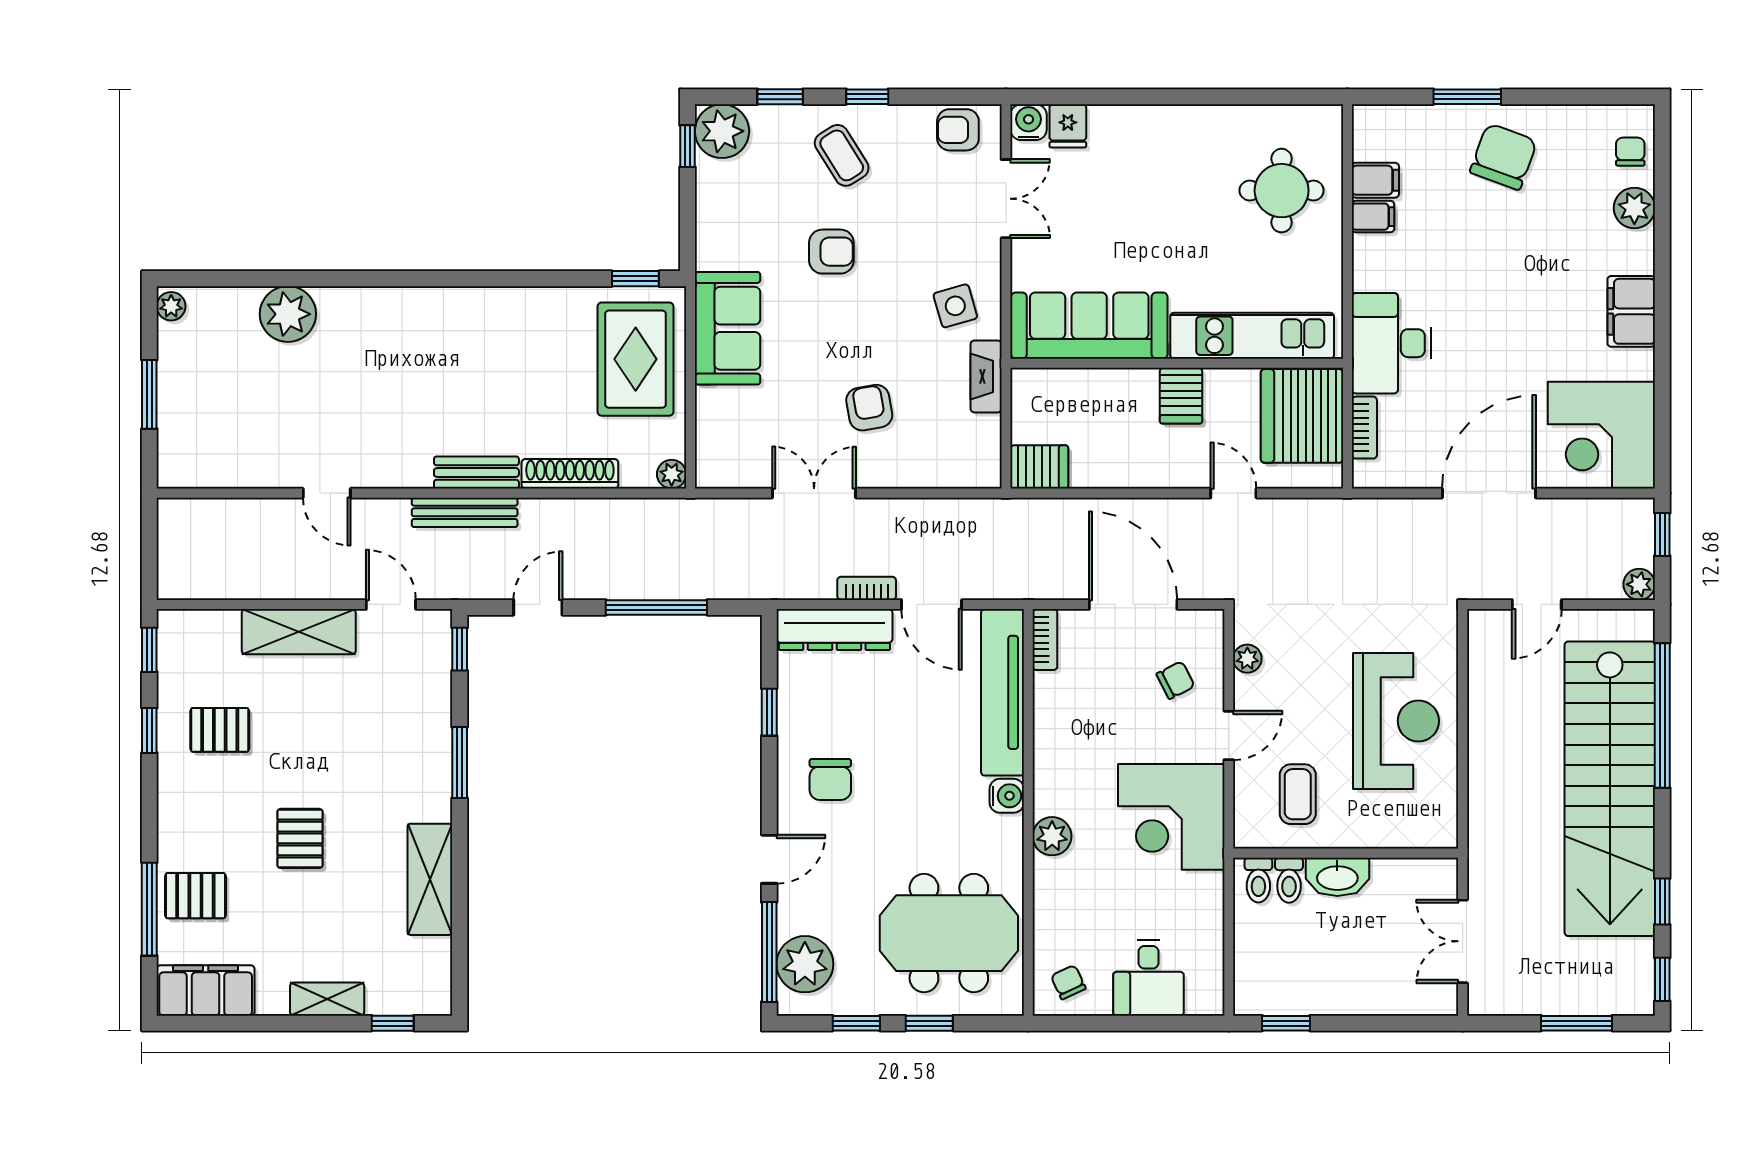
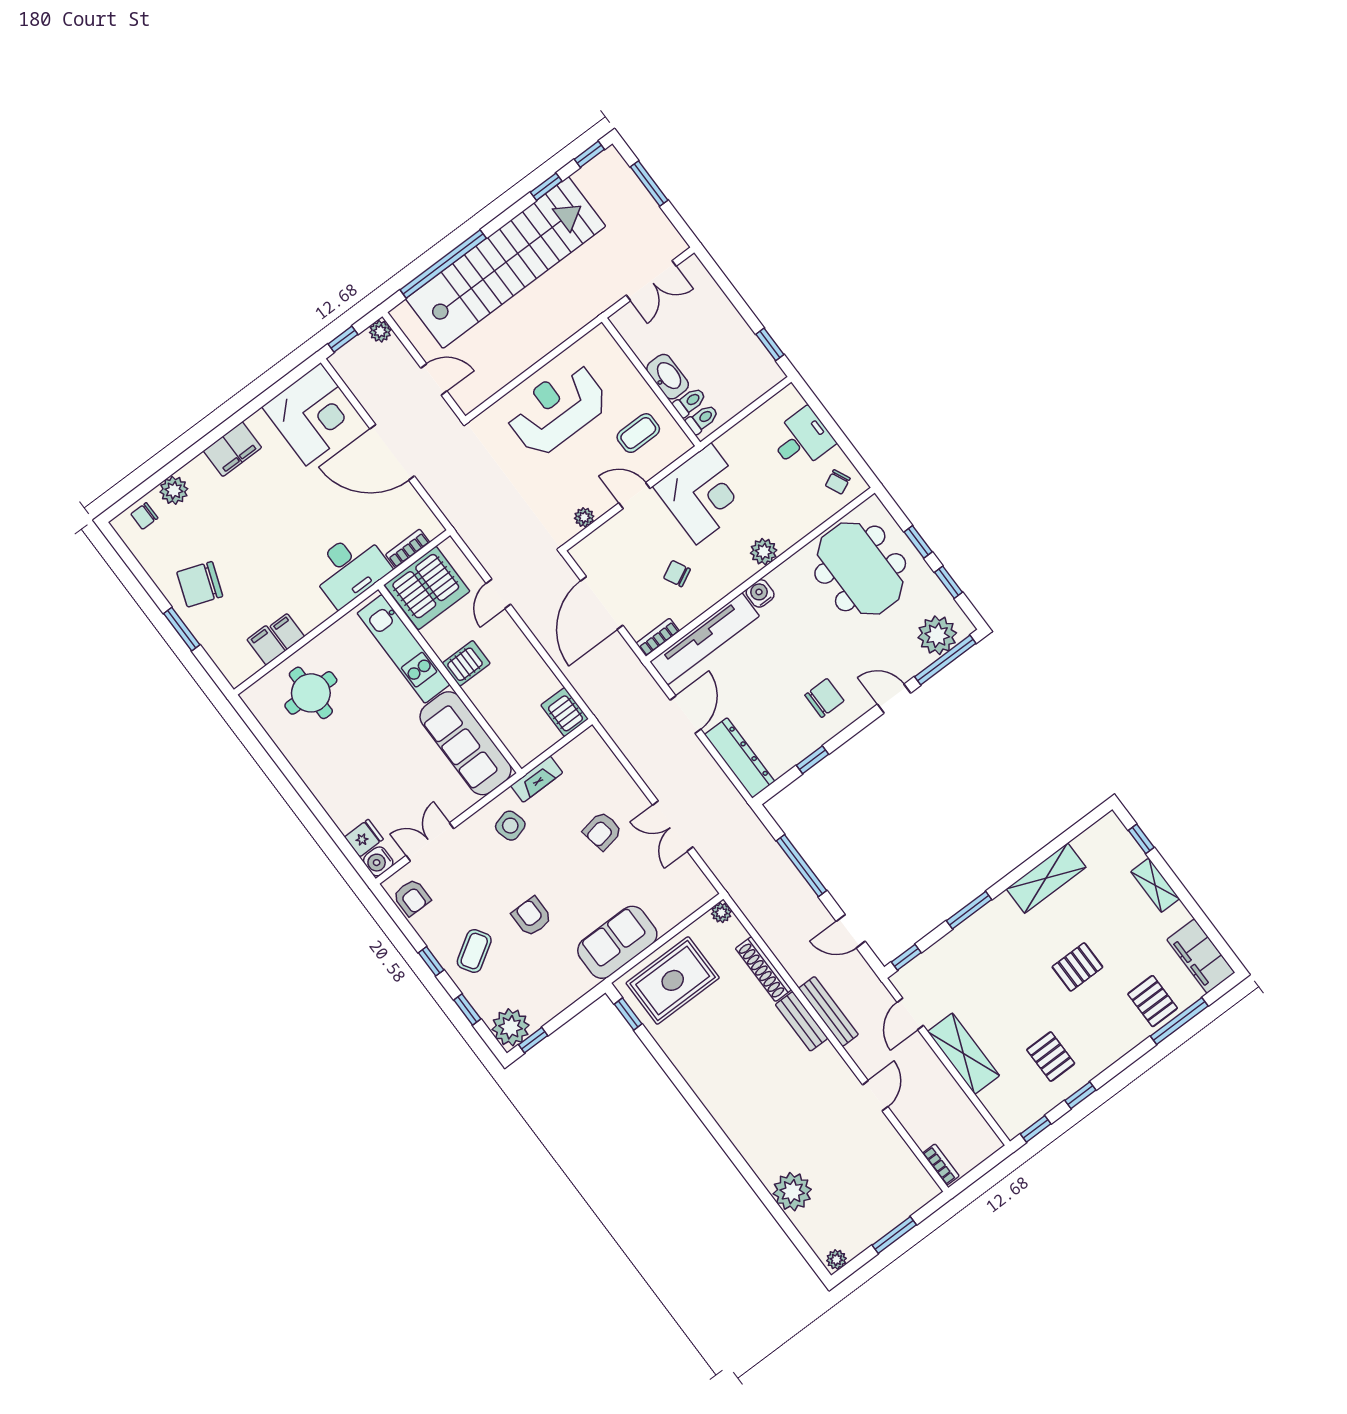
bookcase: (867, 588) -> (941, 1165), moved, turned 180
chair: (1176, 680) -> (677, 574), moved

